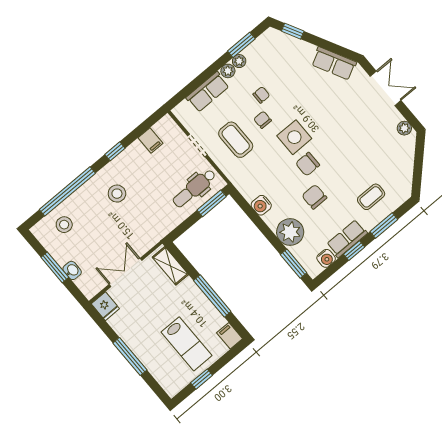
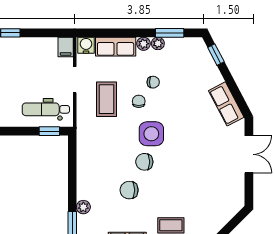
plant: (404, 128) -> (238, 195), removed
filing cabinet: (151, 140) -> (66, 47), moved
chair: (314, 197) -> (129, 190), turned -90
window: (212, 203) -> (49, 131), width x0.67
water cooler: (261, 205) -> (86, 45), moved, turned 90
plant: (290, 232) -> (83, 207), width x0.53, depth x0.53

